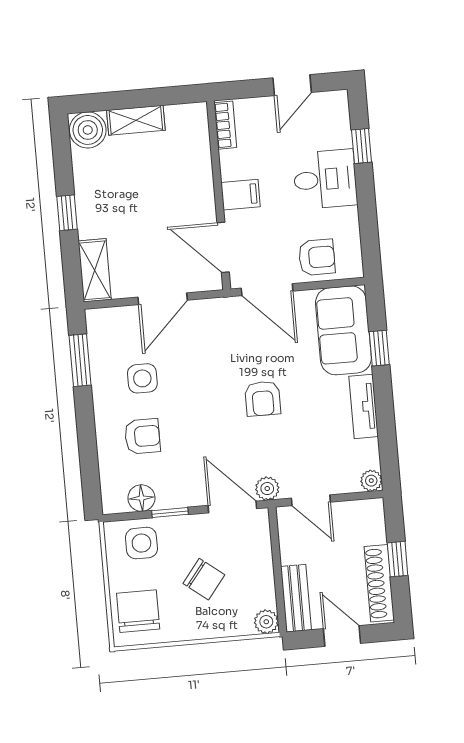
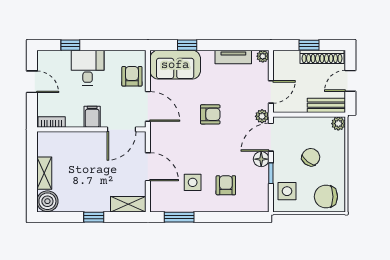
door: (267, 290) -> (148, 106), hinge flipped
tv unit: (364, 406) -> (233, 57), moved
floor lamp: (141, 498) -> (261, 159), moved

